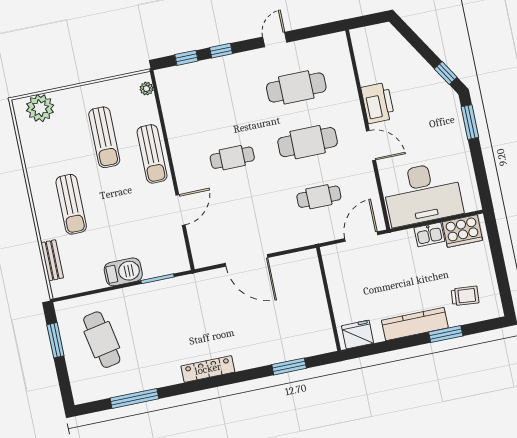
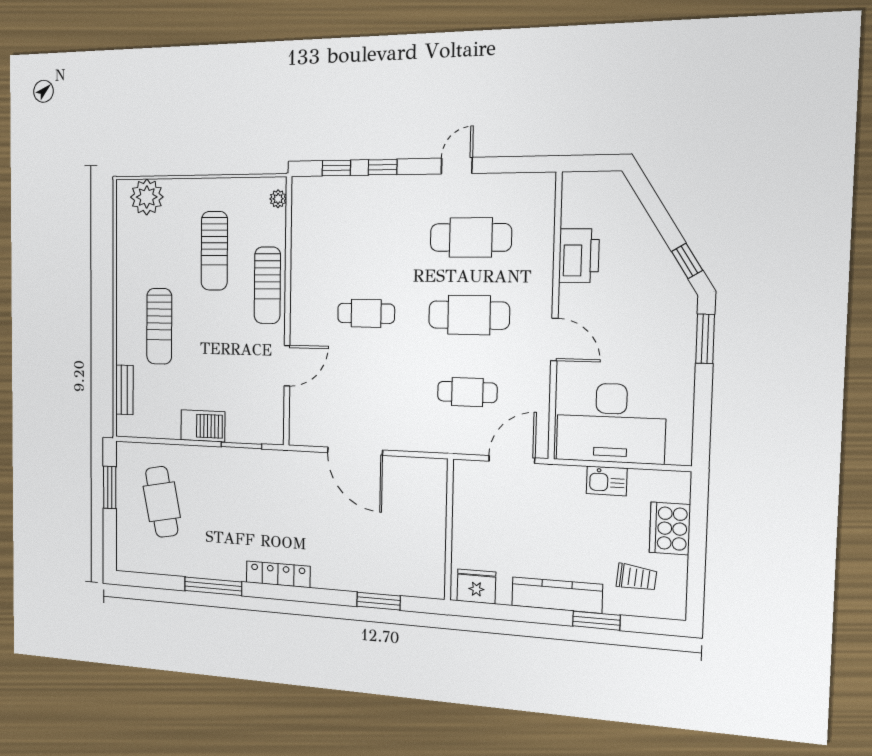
printer: (378, 103) -> (579, 256), moved
cooker: (462, 231) -> (670, 528), moved, turned 90
window: (134, 398) -> (213, 586), moved

